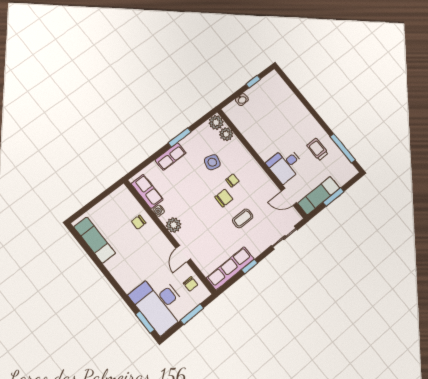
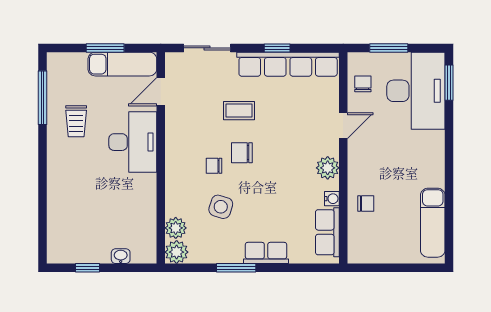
desk: (285, 165) -> (133, 142), width x1.37
door: (289, 197) -> (161, 92), swing flipped
row of seats: (230, 268) -> (288, 64), width x1.36

